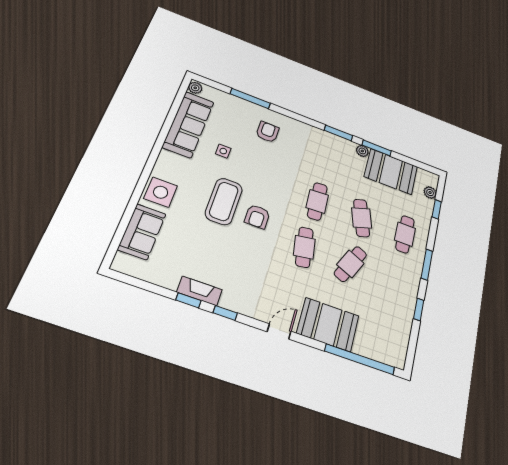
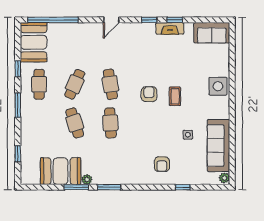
window: (250, 99) -> (183, 187), width x0.46
plant: (430, 193) -> (26, 166), removed
coffee table: (224, 201) -> (175, 96), width x0.54, depth x0.58
sofa: (142, 232) -> (212, 33), moved, turned -90
cafe table: (405, 234) -> (39, 84), moved
booth: (328, 325) -> (34, 42), moved, turned 90

